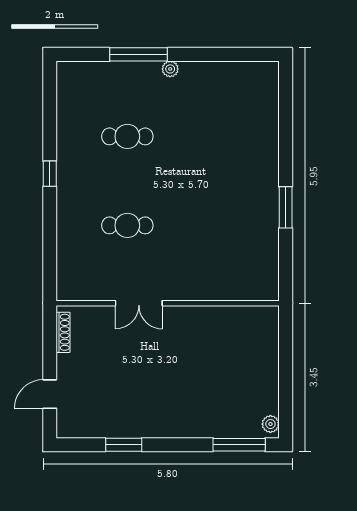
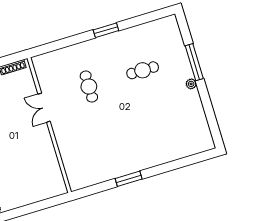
cafe table: (127, 136) -> (143, 70), turned 90
window: (50, 174) -> (106, 30), width x1.50

